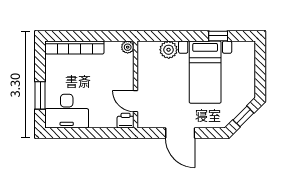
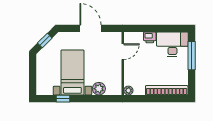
window: (40, 95) -> (192, 56), width x1.44
door: (136, 101) -> (123, 52), hinge flipped
printer: (126, 121) -> (150, 37), moved

